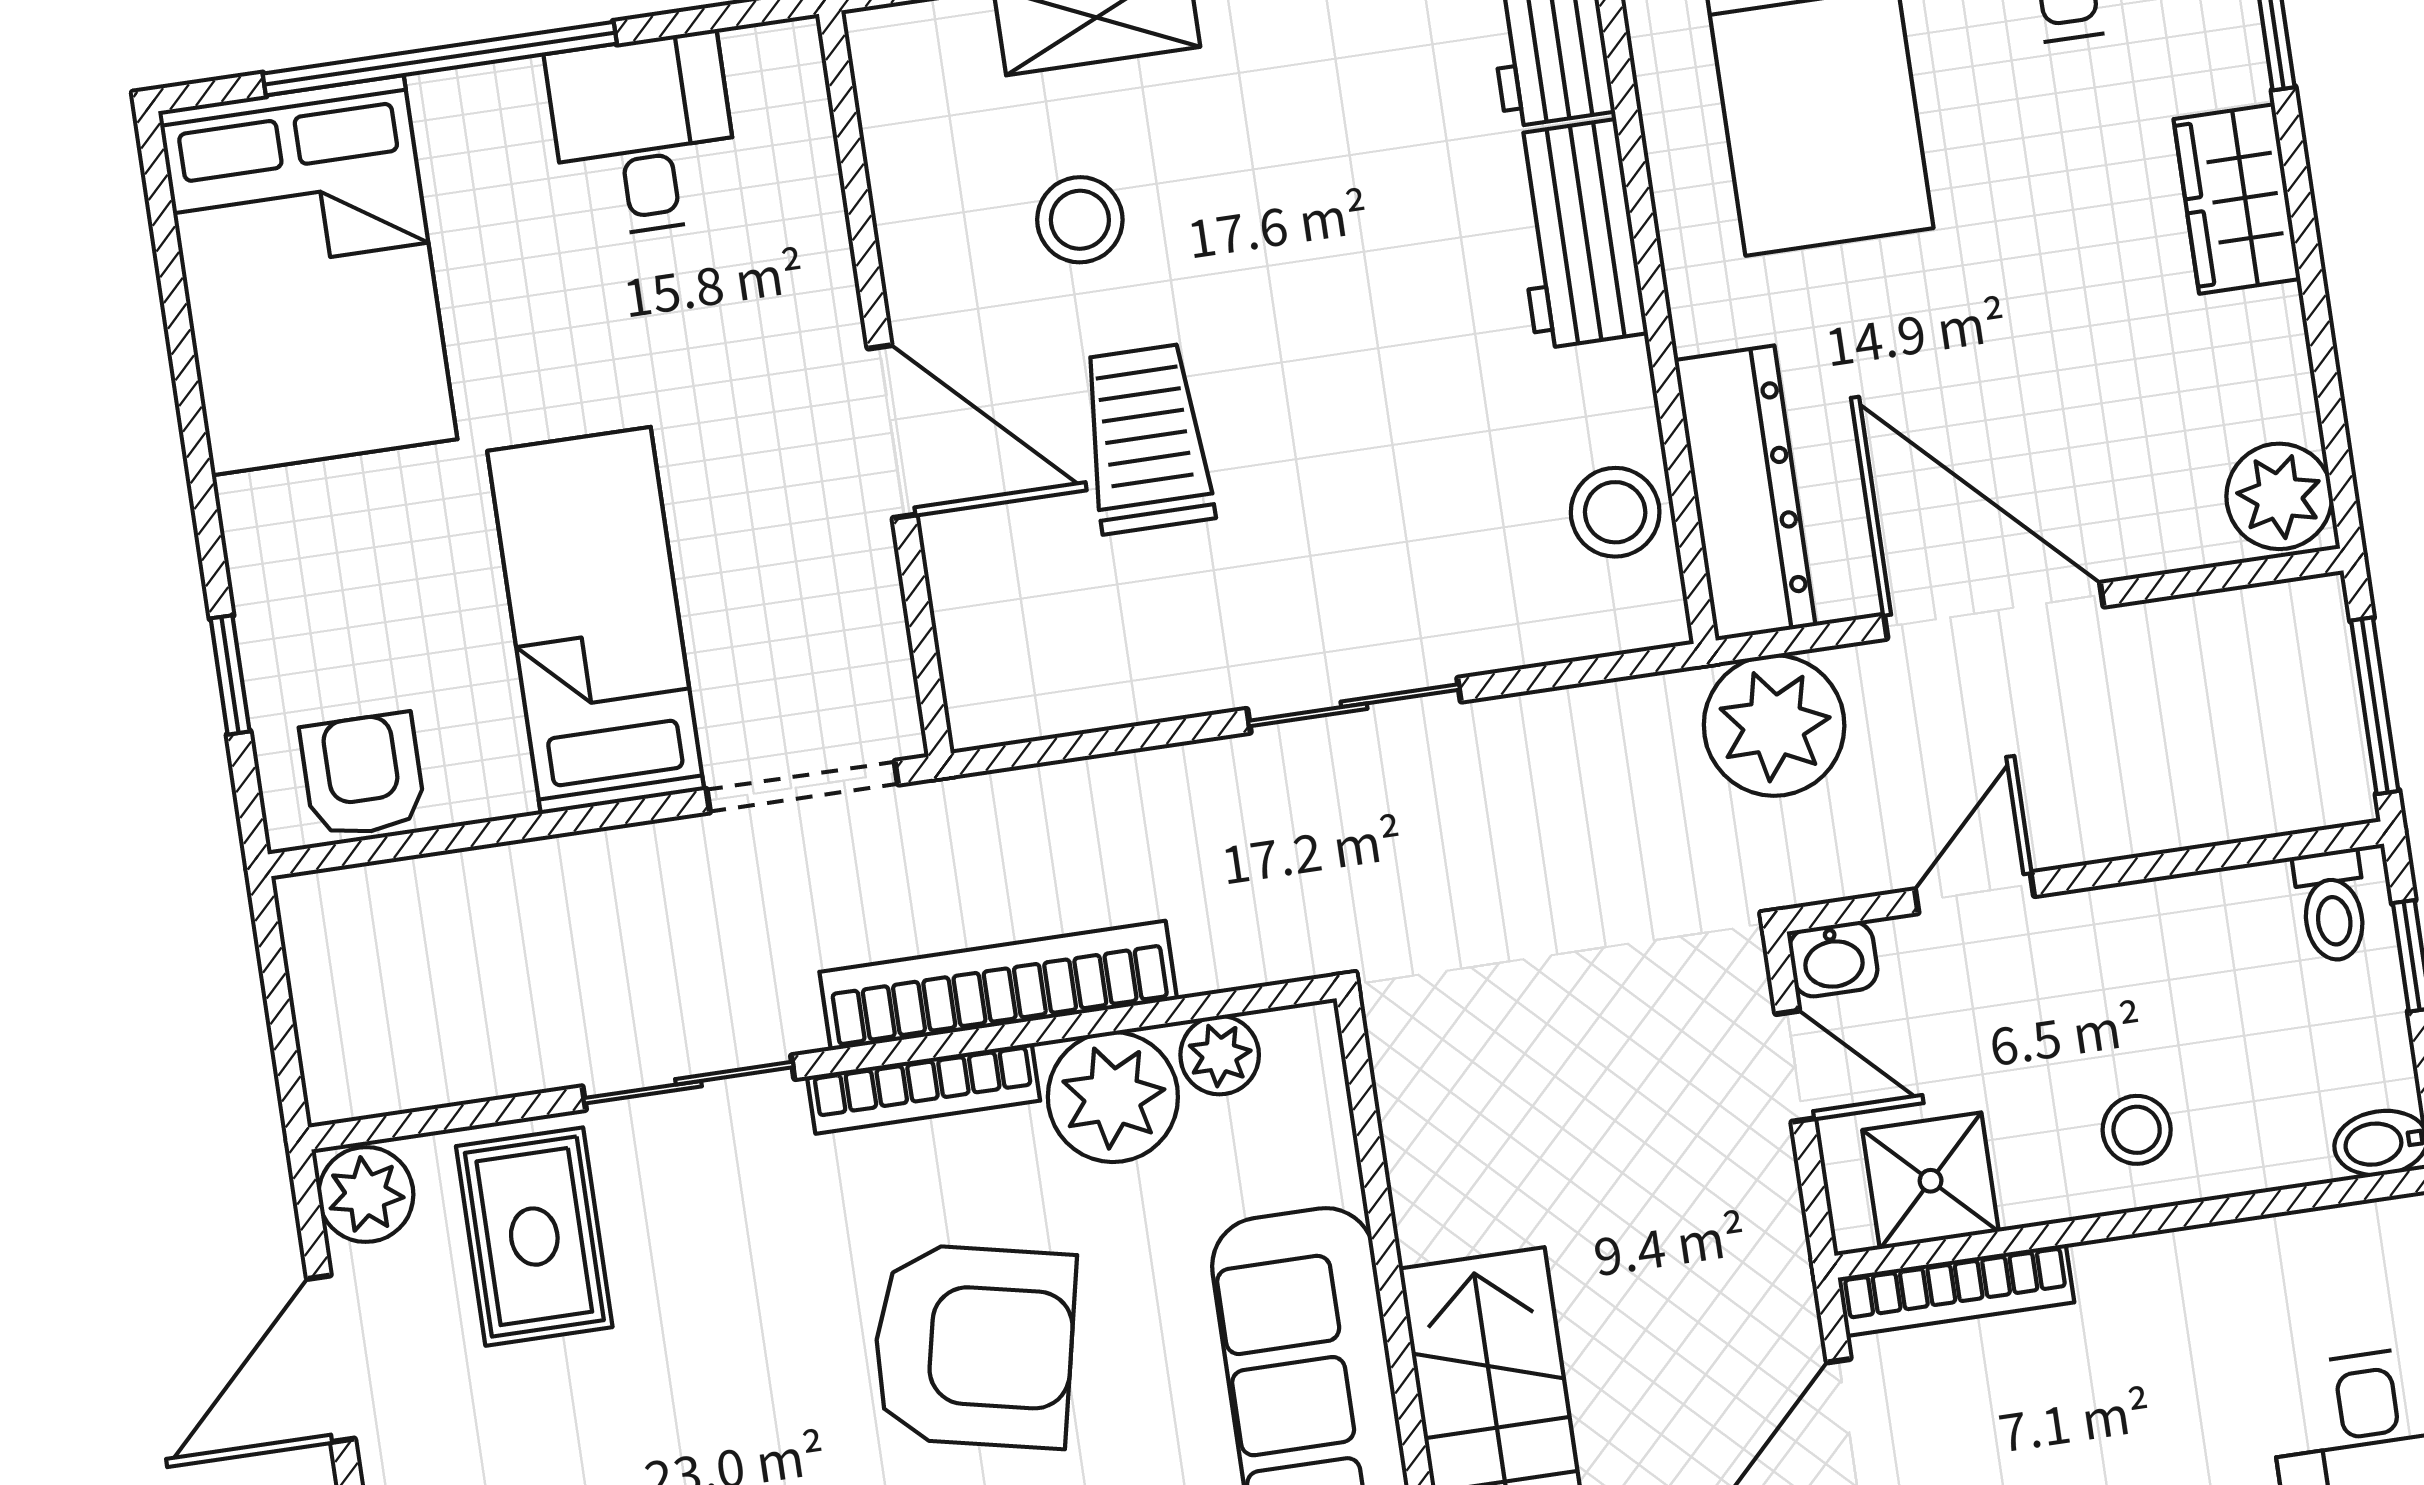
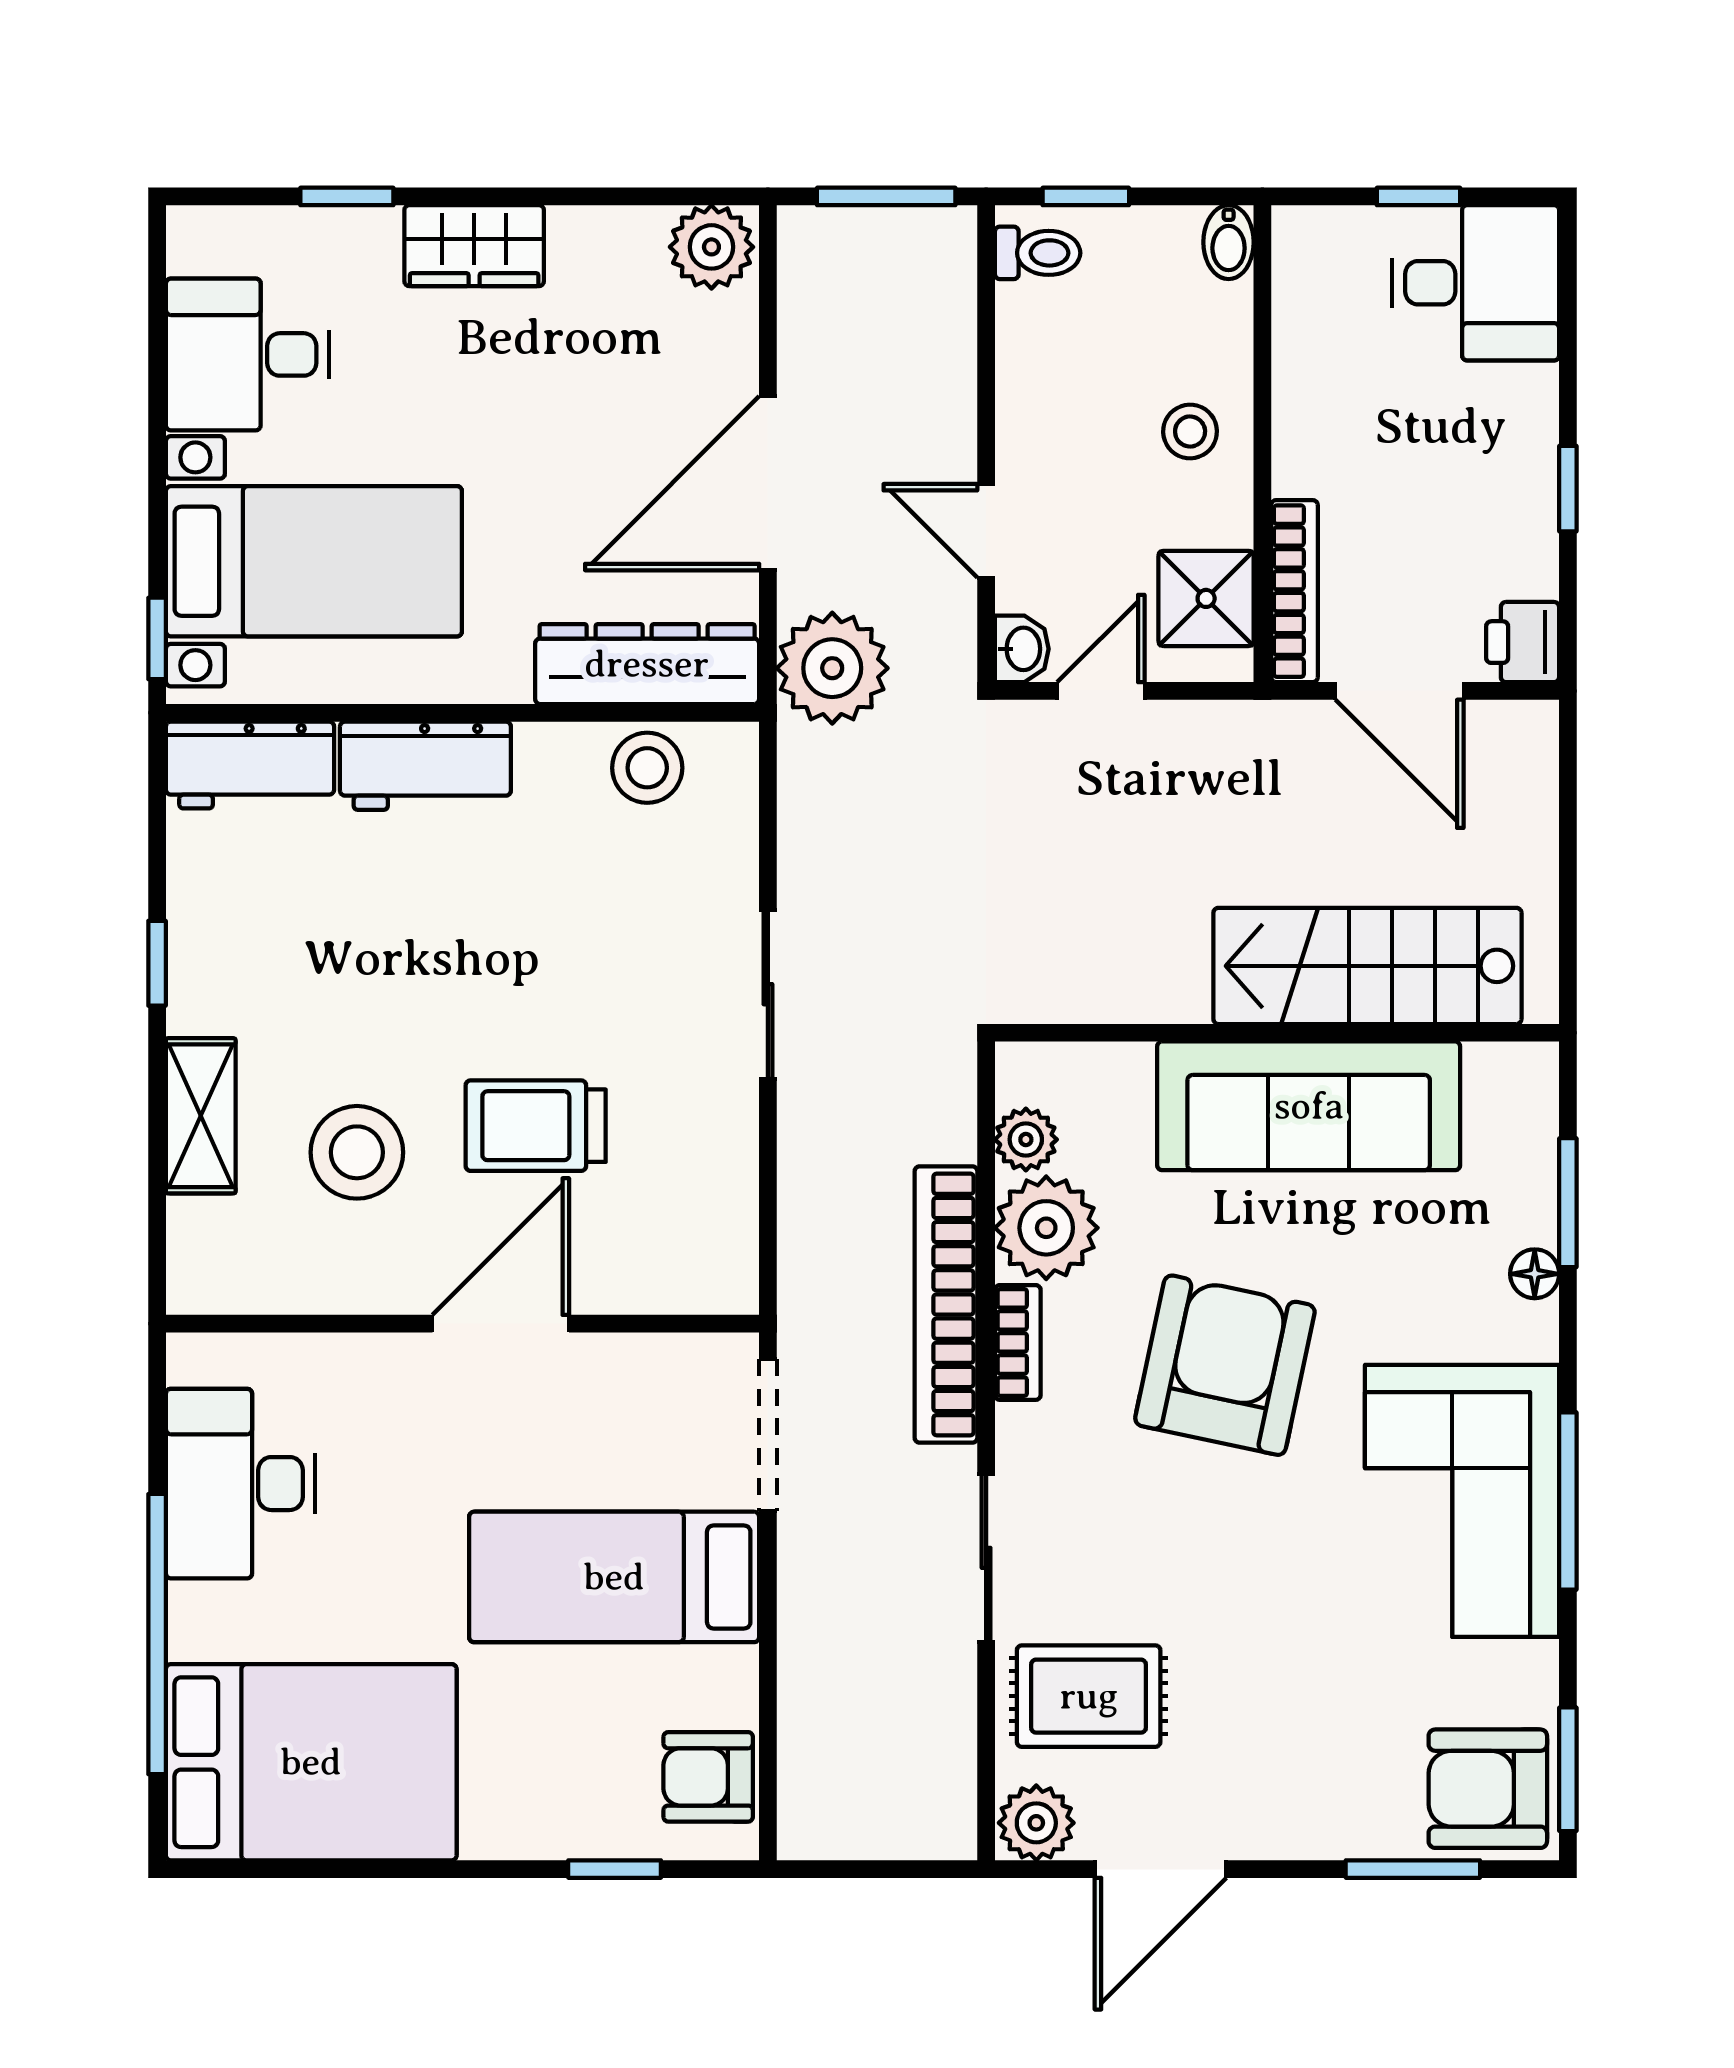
desk: (644, 135) -> (240, 1484), width x1.37
stool: (1080, 220) -> (357, 1152), width x1.38, depth x1.38
bookcase: (924, 1088) -> (1018, 1342), width x0.64
door: (331, 1359) -> (1161, 1869), hinge flipped

